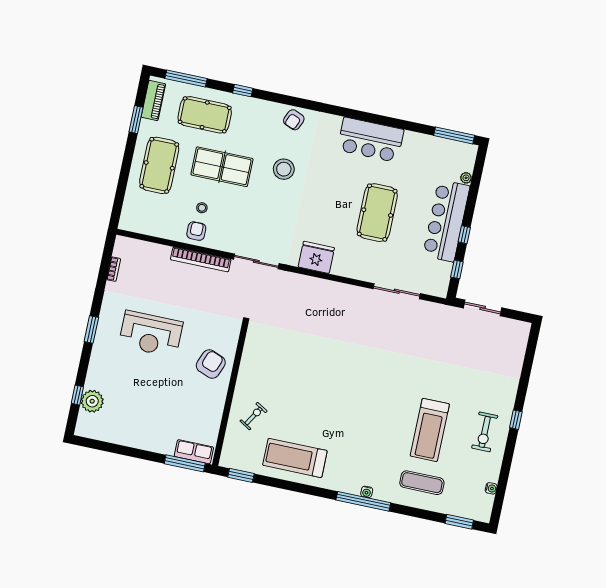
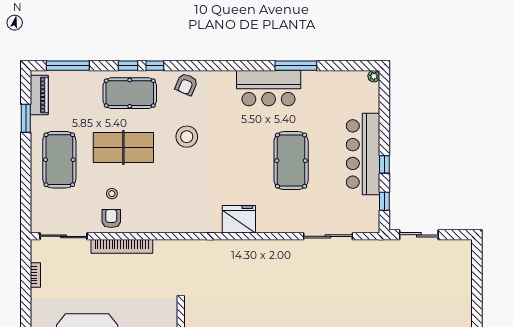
window: (268, 96) -> (155, 66), added
pool table: (205, 115) -> (130, 93), moved
window: (454, 135) -> (296, 66), moved
plant: (466, 178) -> (374, 76), moved
sliding door: (256, 261) -> (63, 236), moved

